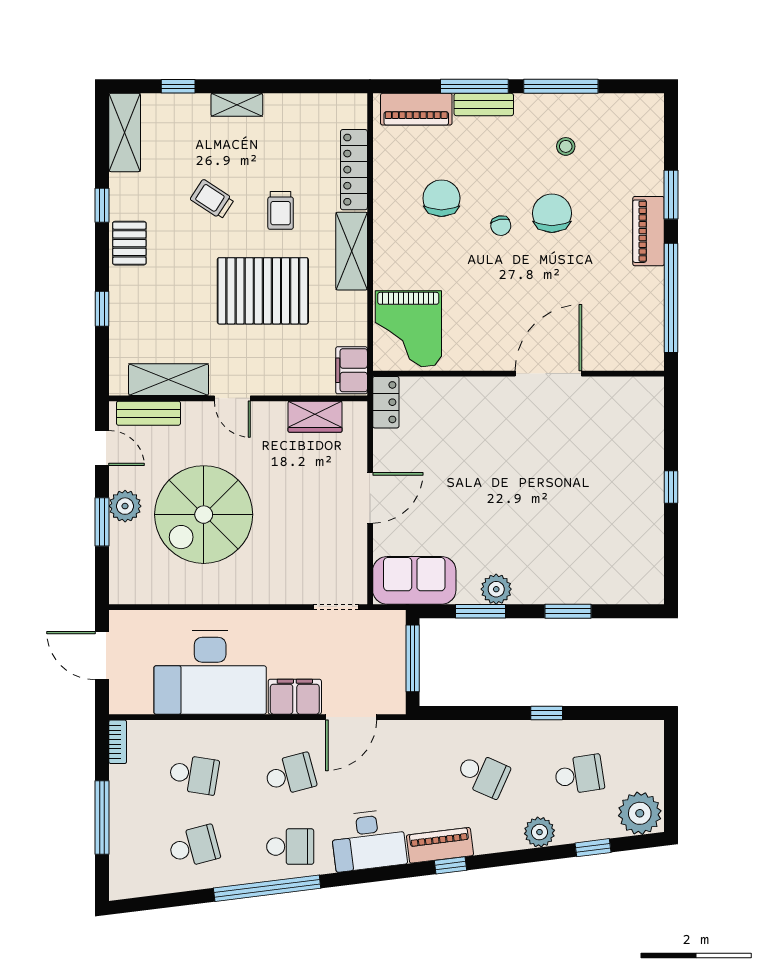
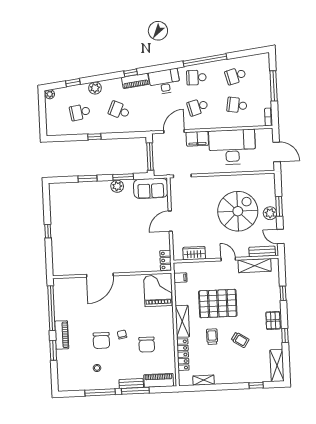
shelving: (237, 105) -> (204, 380), moved
filing cabinet: (352, 370) -> (180, 278), width x0.50
plant: (640, 813) -> (50, 94), width x0.53, depth x0.53

